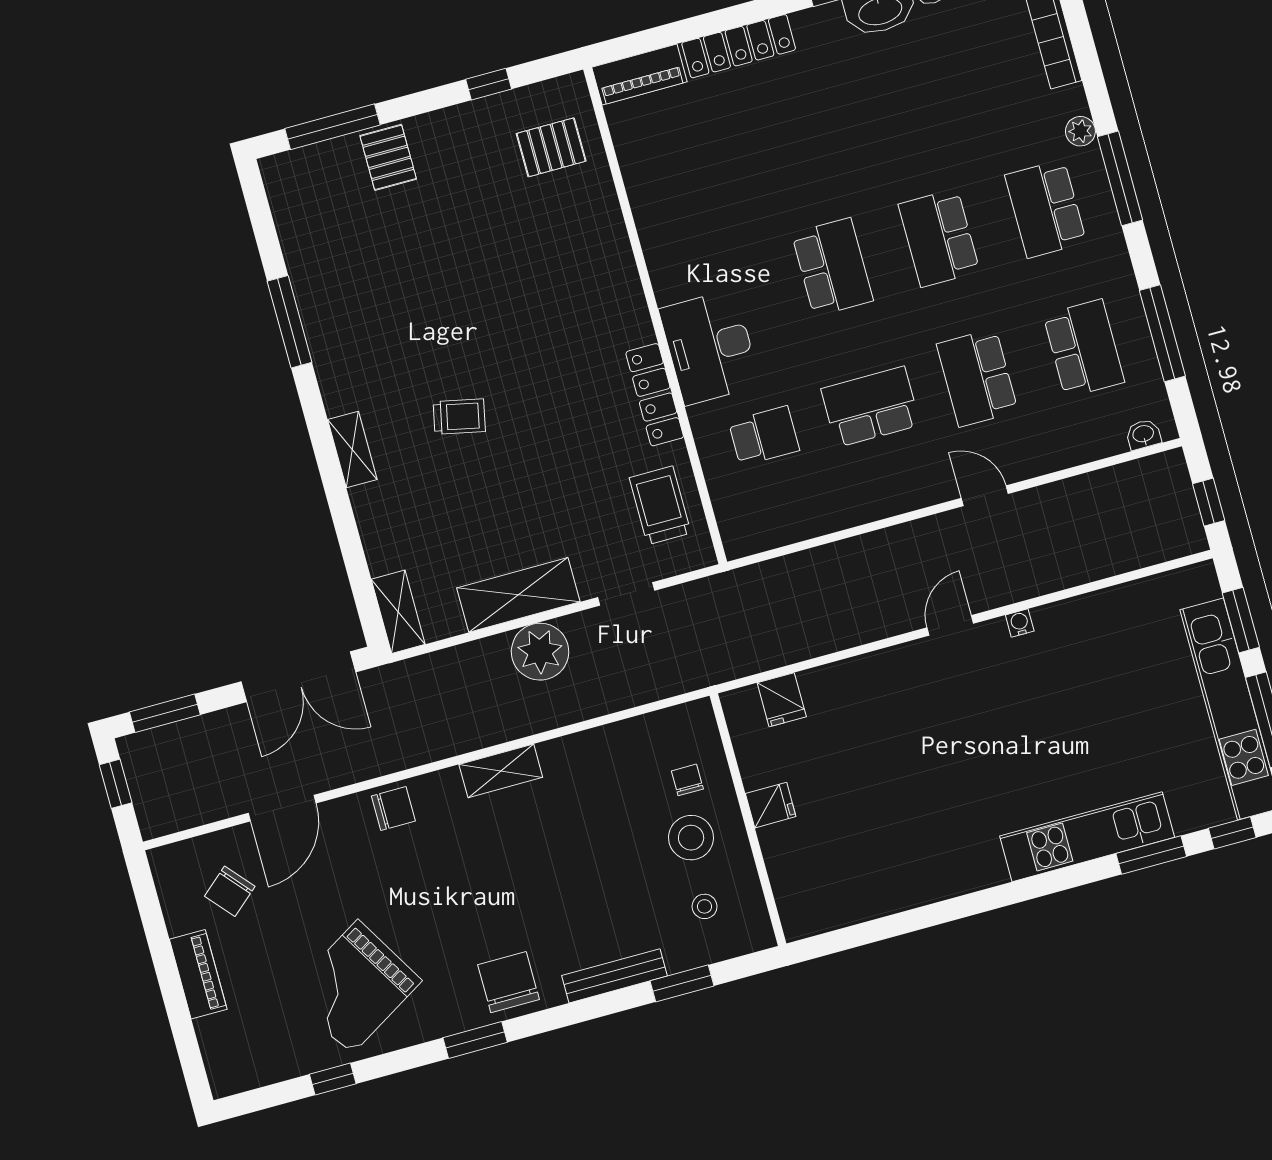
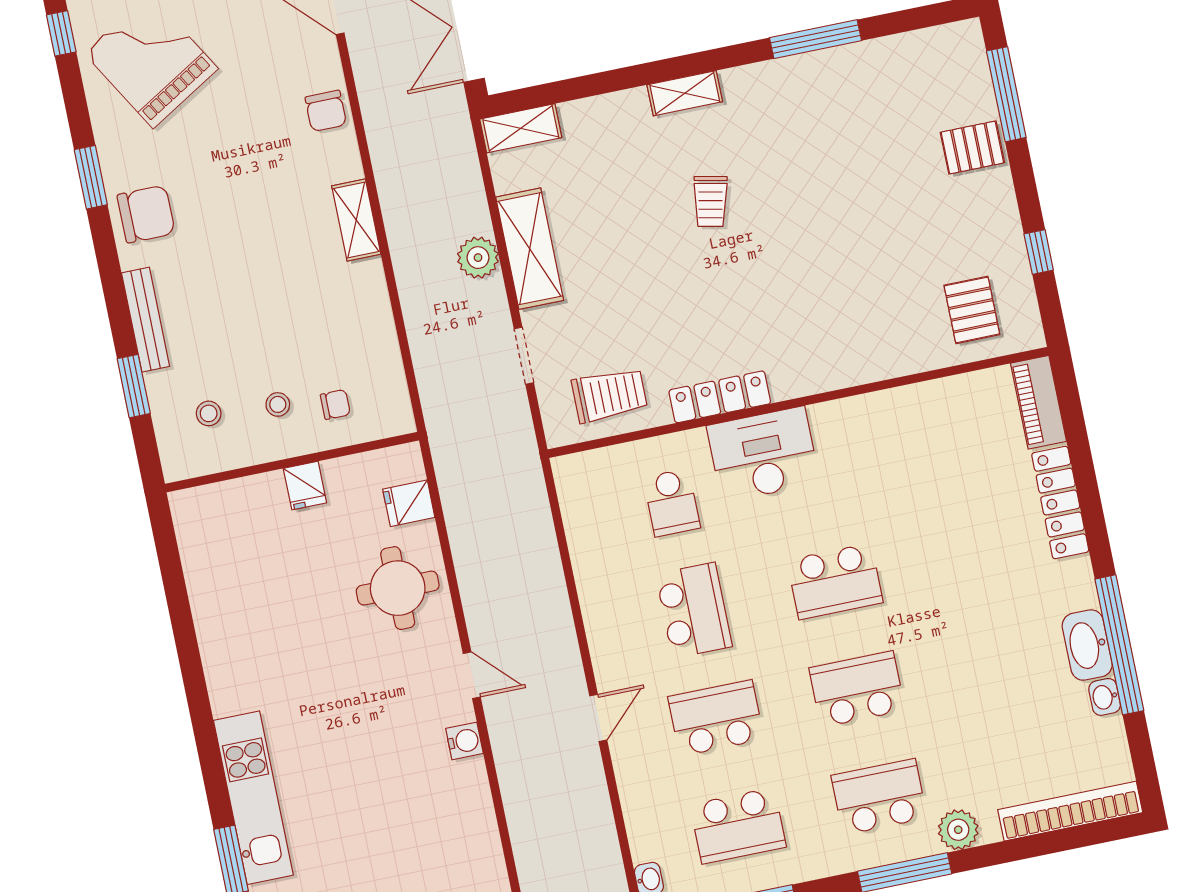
plant: (1080, 131) -> (958, 830), width x1.38, depth x1.38
water cooler: (1020, 623) -> (464, 741), width x1.38, depth x1.38
plant: (540, 652) -> (478, 258), width x0.73, depth x0.73
round table: (867, 705) -> (398, 588), added
stool: (691, 838) -> (278, 404), width x0.53, depth x0.53

